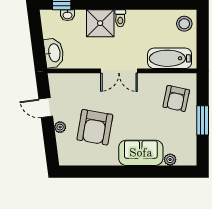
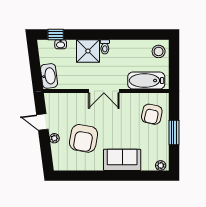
plant: (170, 160) -> (161, 166), moved

